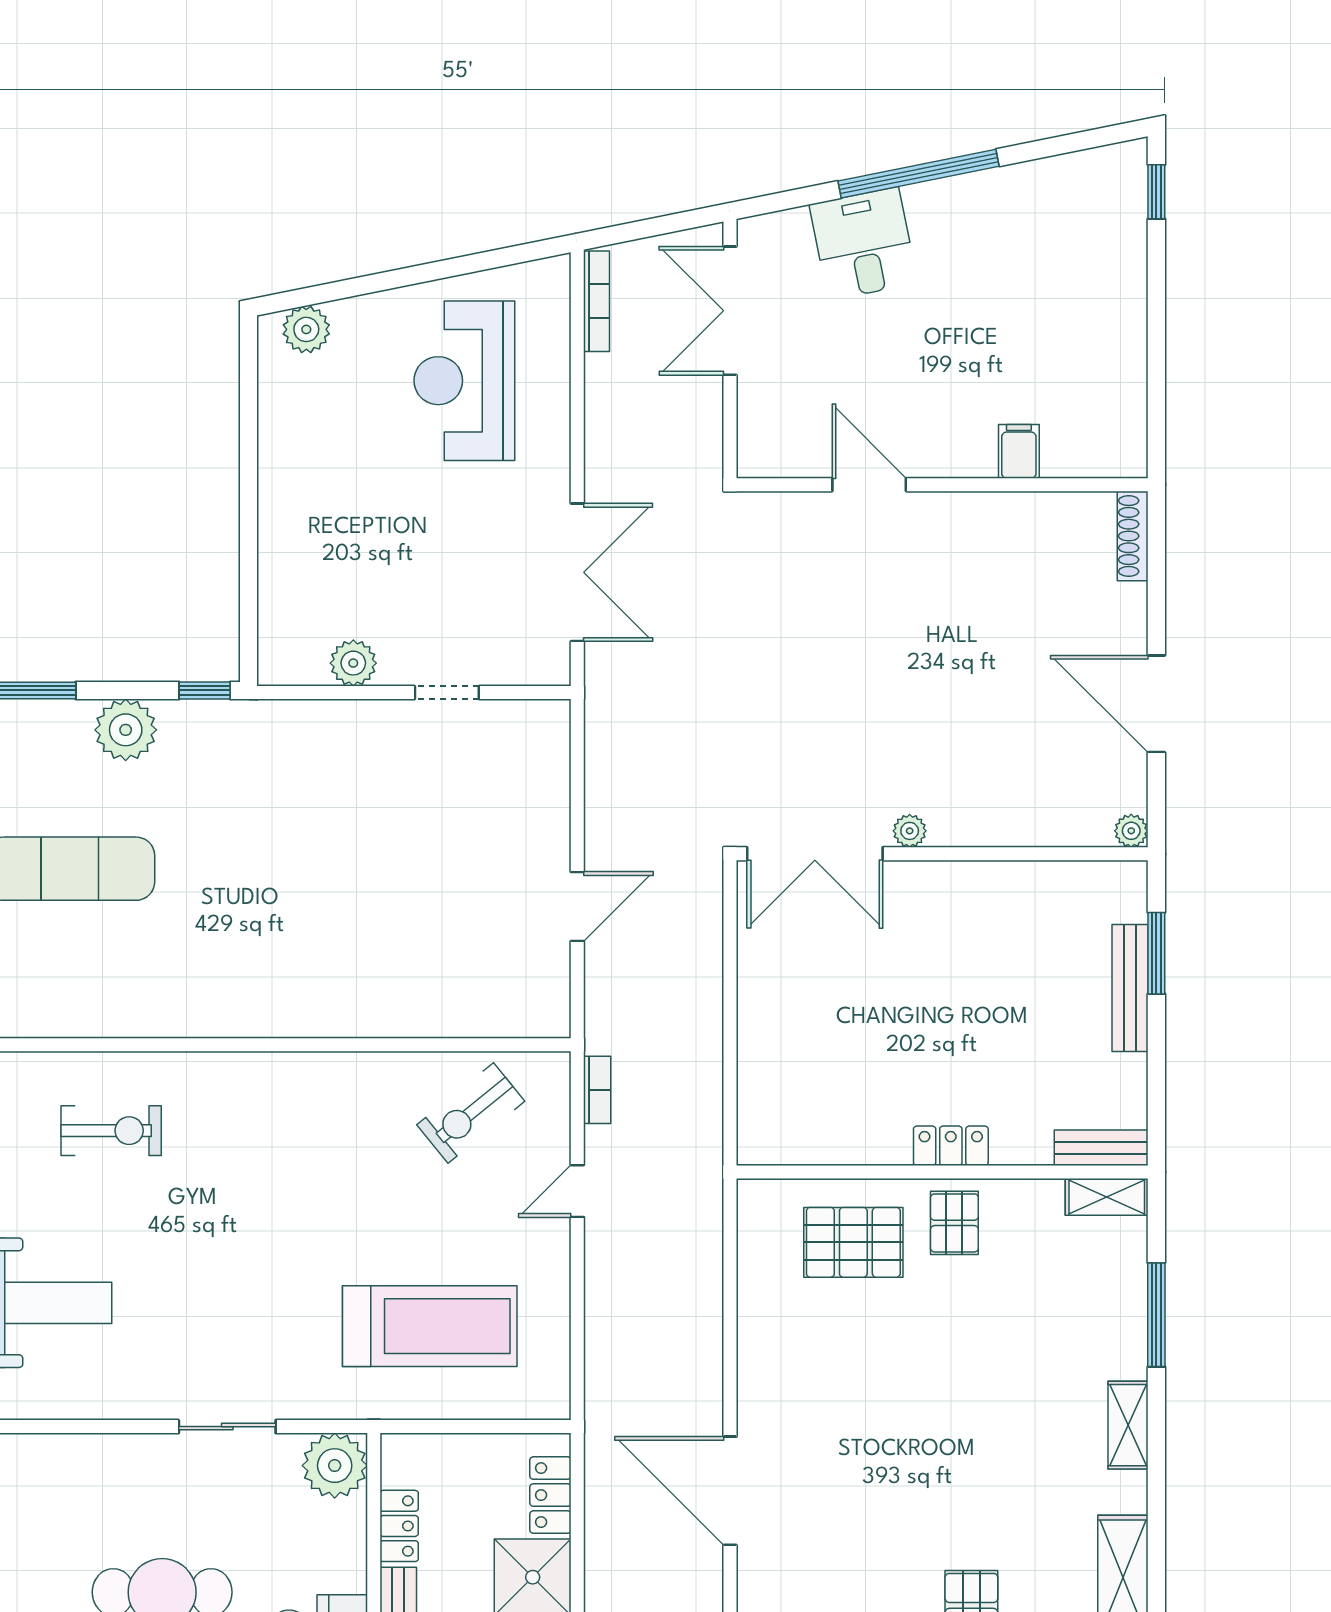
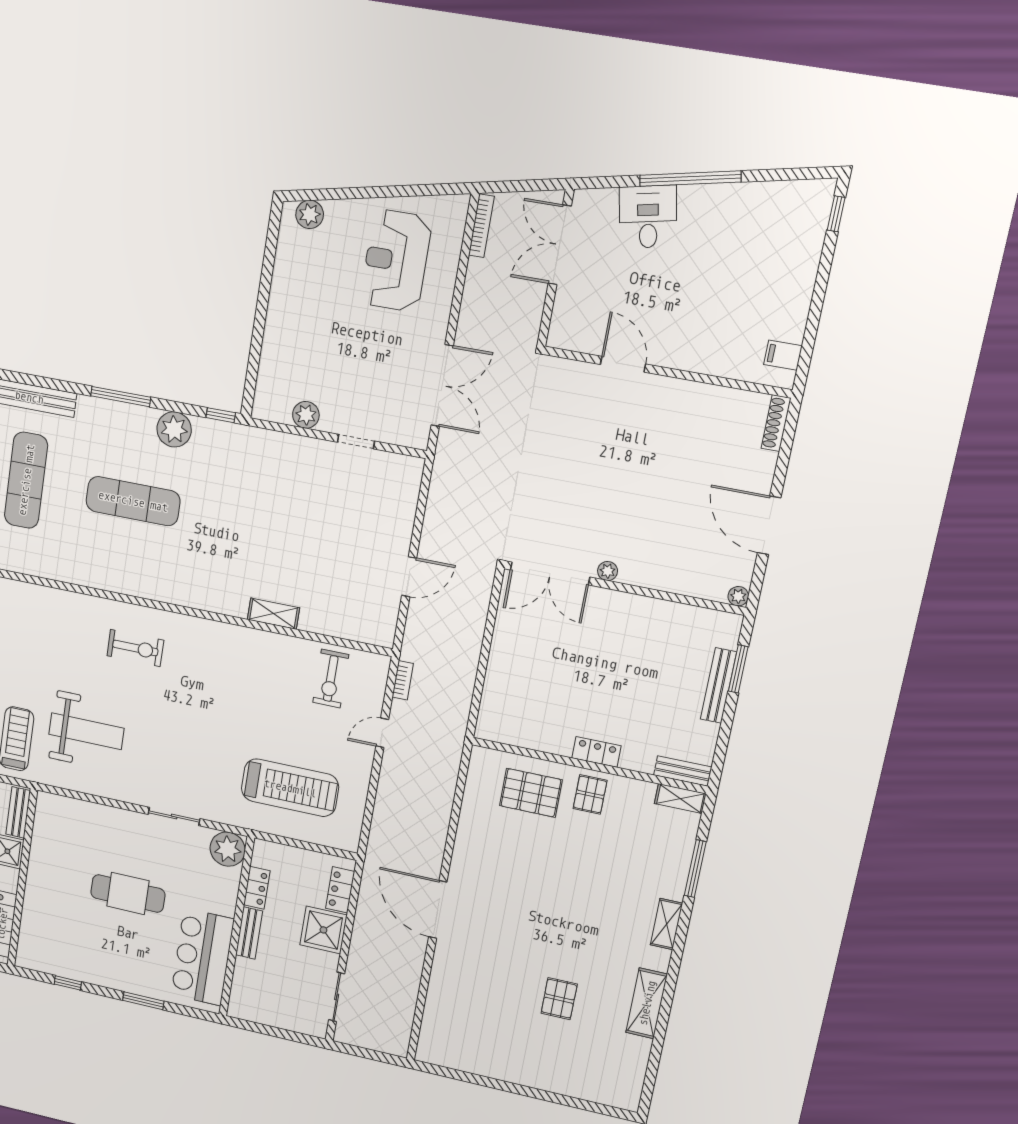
filing cabinet: (1019, 451) -> (783, 355), moved, turned -90
shelving: (351, 1018) -> (273, 614), added
exercise bike: (471, 1113) -> (331, 679), turned -51

